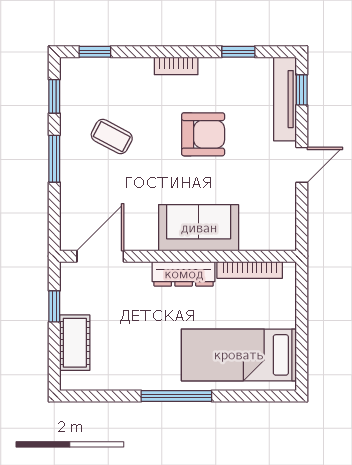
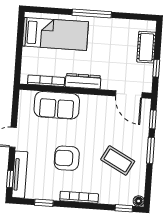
bookcase: (176, 66) -> (79, 197), width x1.56
floor lamp: (69, 67) -> (139, 201), added
window: (54, 96) -> (153, 119), moved
coffee table: (112, 137) -> (118, 160), width x1.36, depth x1.30
sofa: (199, 228) -> (57, 105), moved
door: (100, 256) -> (129, 94), hinge flipped

